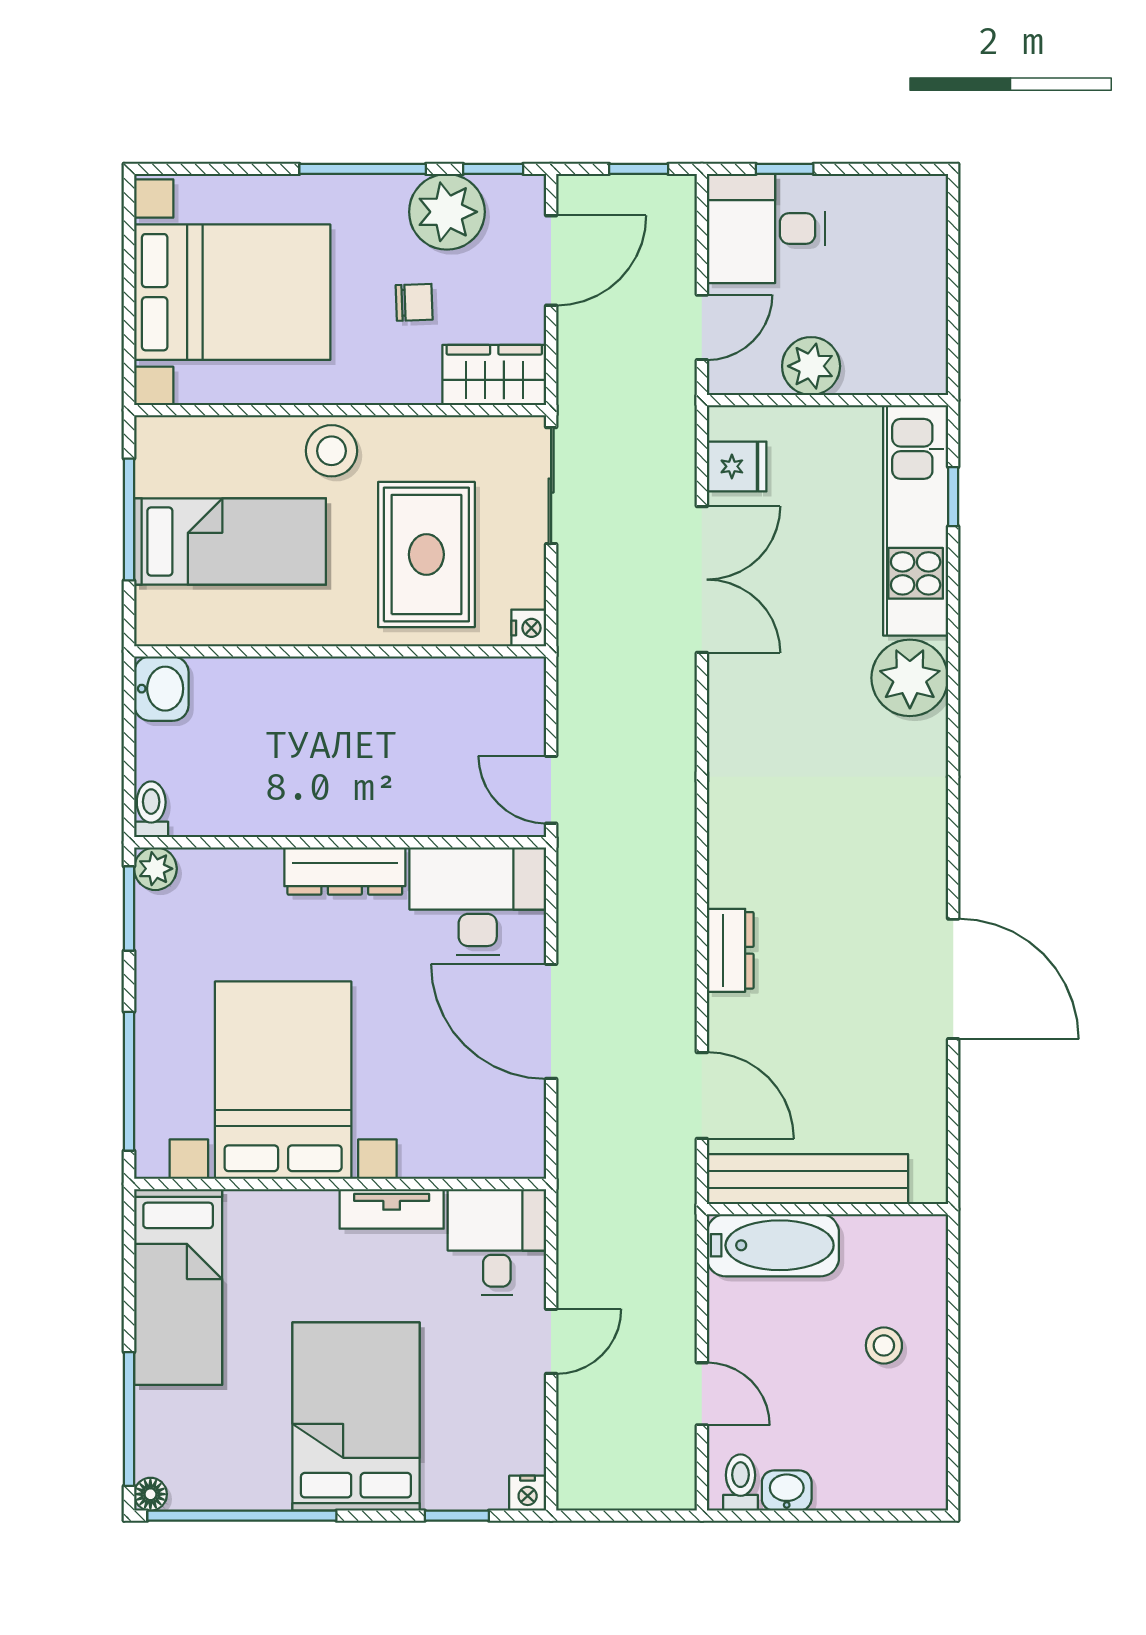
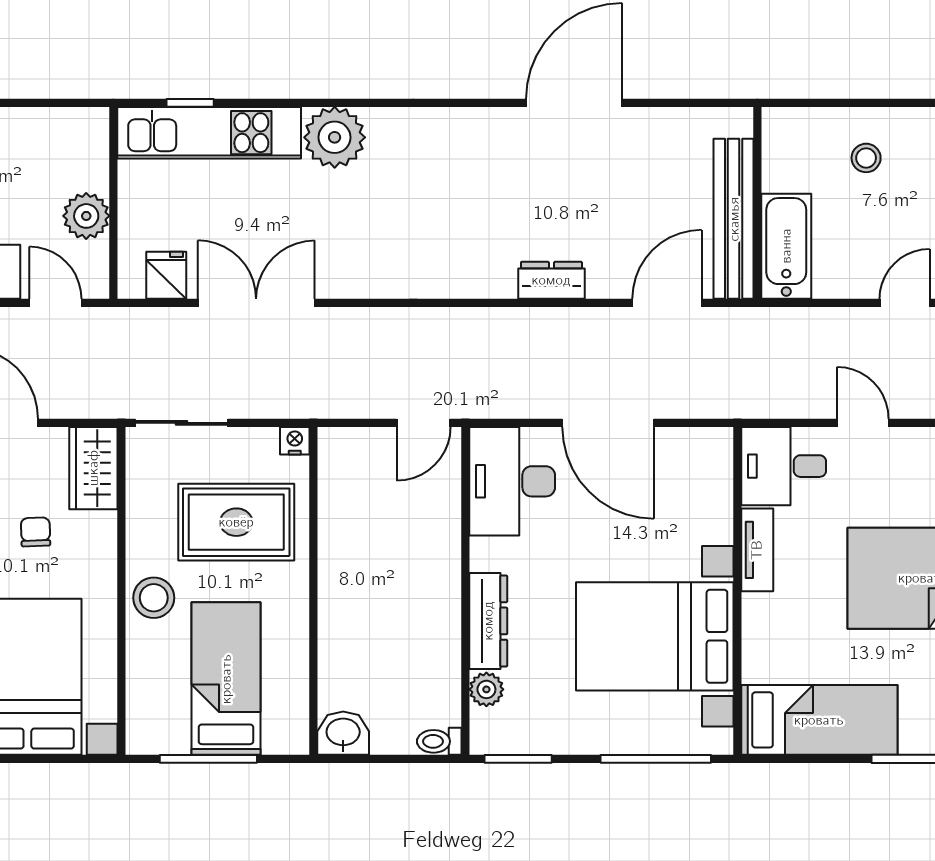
plant: (155, 869) -> (486, 689), moved
dresser: (345, 871) -> (488, 621), moved
door: (551, 1021) -> (608, 423), hinge flipped

